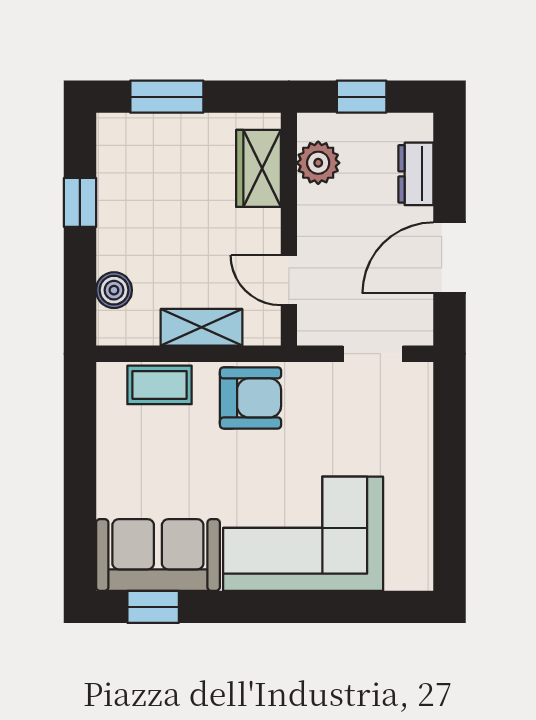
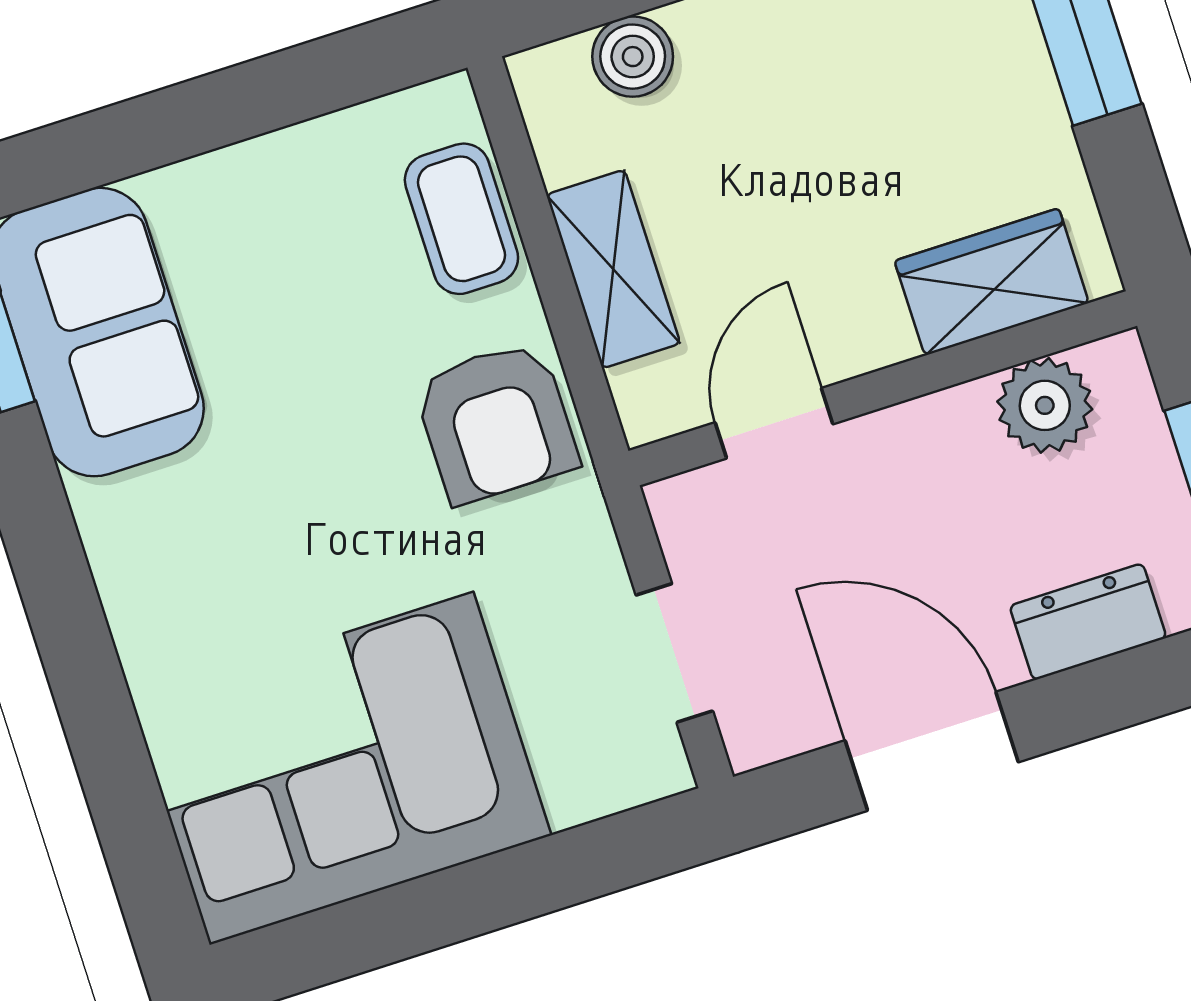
corner sofa: (303, 534) -> (341, 768), moved, turned -90

